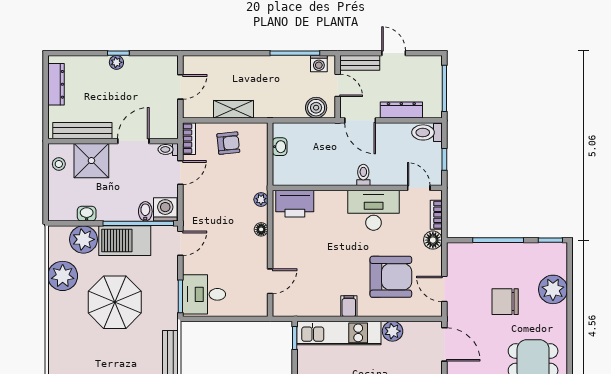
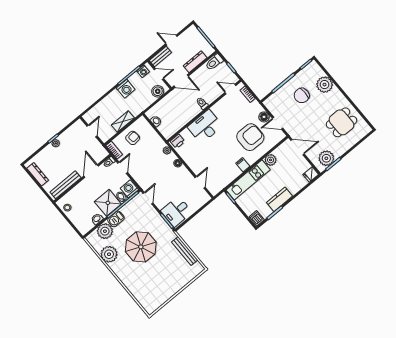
washing machine: (275, 68) -> (126, 89), added
shower: (91, 161) -> (108, 203), moved
printer: (295, 204) -> (178, 141), width x0.53, depth x0.68
desk: (374, 210) -> (205, 126), moved
floor lamp: (433, 240) -> (264, 117), moved
barbecue: (125, 241) -> (116, 219), width x0.53, depth x0.65
chair: (505, 302) -> (302, 95), moved

